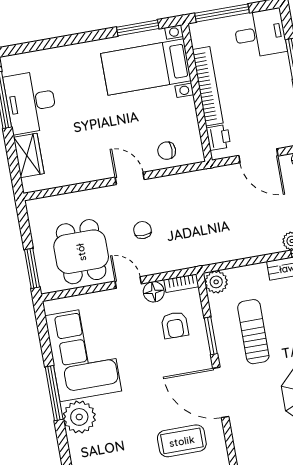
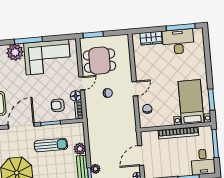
printer: (218, 137) -> (152, 136), removed
plant: (216, 282) -> (80, 149), moved

